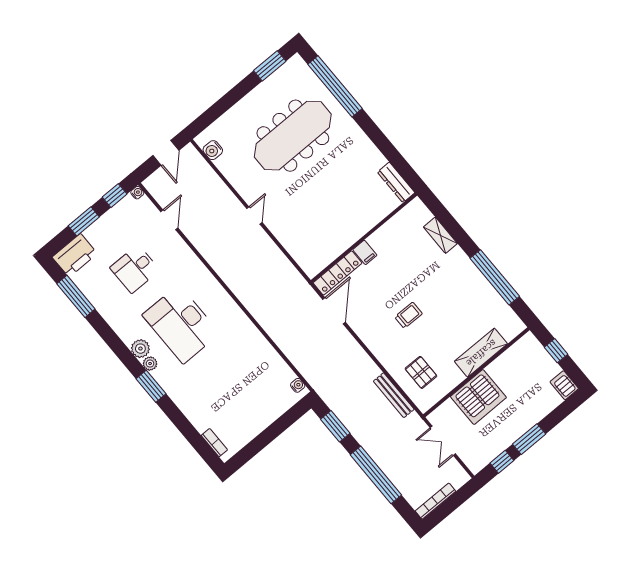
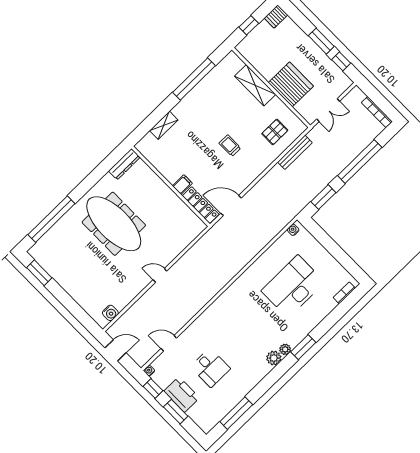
meeting table: (293, 136) -> (114, 224), moved
printer: (75, 255) -> (182, 394), moved
desk: (181, 324) -> (293, 286), moved, turned 180

